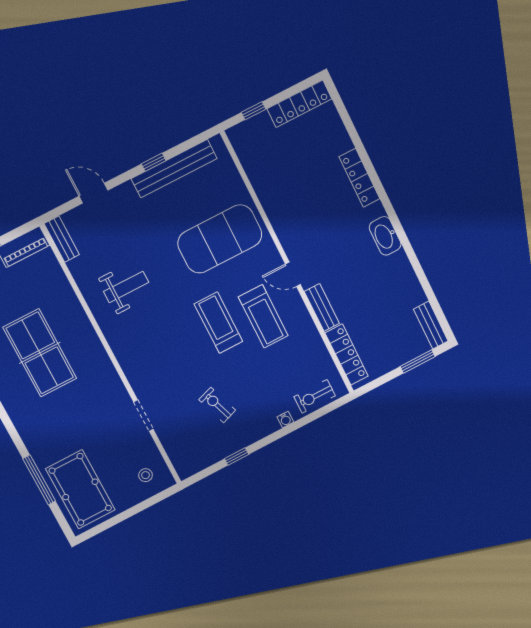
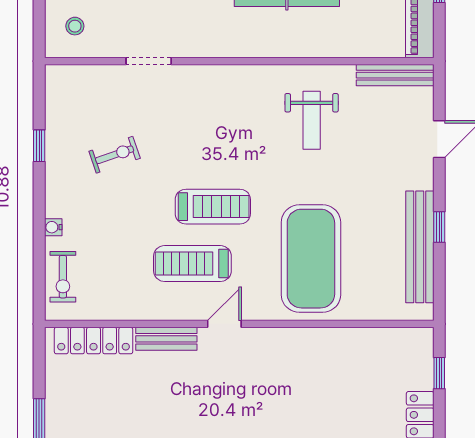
bench: (62, 239) -> (395, 75), width x1.36
exercise bike: (315, 396) -> (63, 277), turned 180

